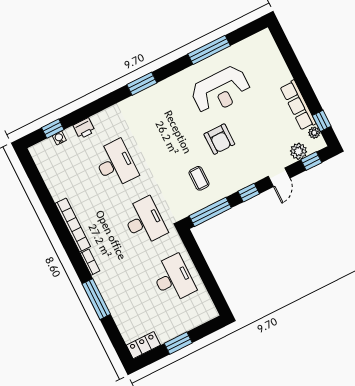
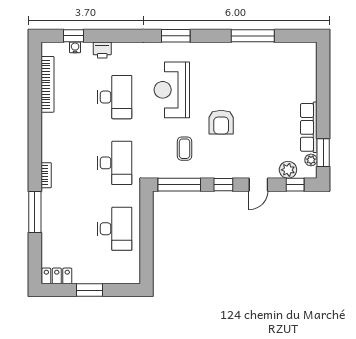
reception desk: (221, 90) -> (172, 90), moved, turned 90
window: (322, 121) -> (323, 153), width x1.50
bookcase: (73, 225) -> (47, 84), moved

